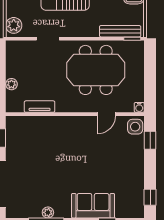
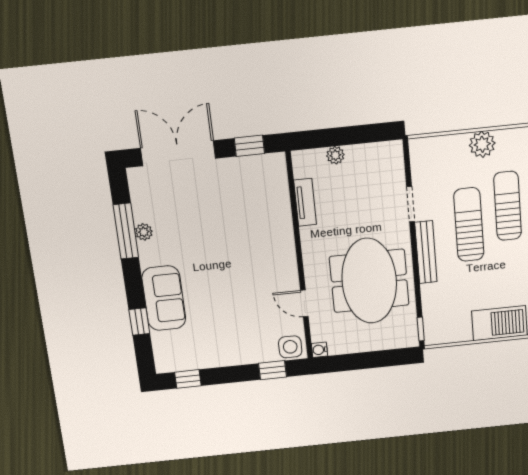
plant: (14, 25) -> (427, 149), removed
bench: (120, 31) -> (426, 252), moved

